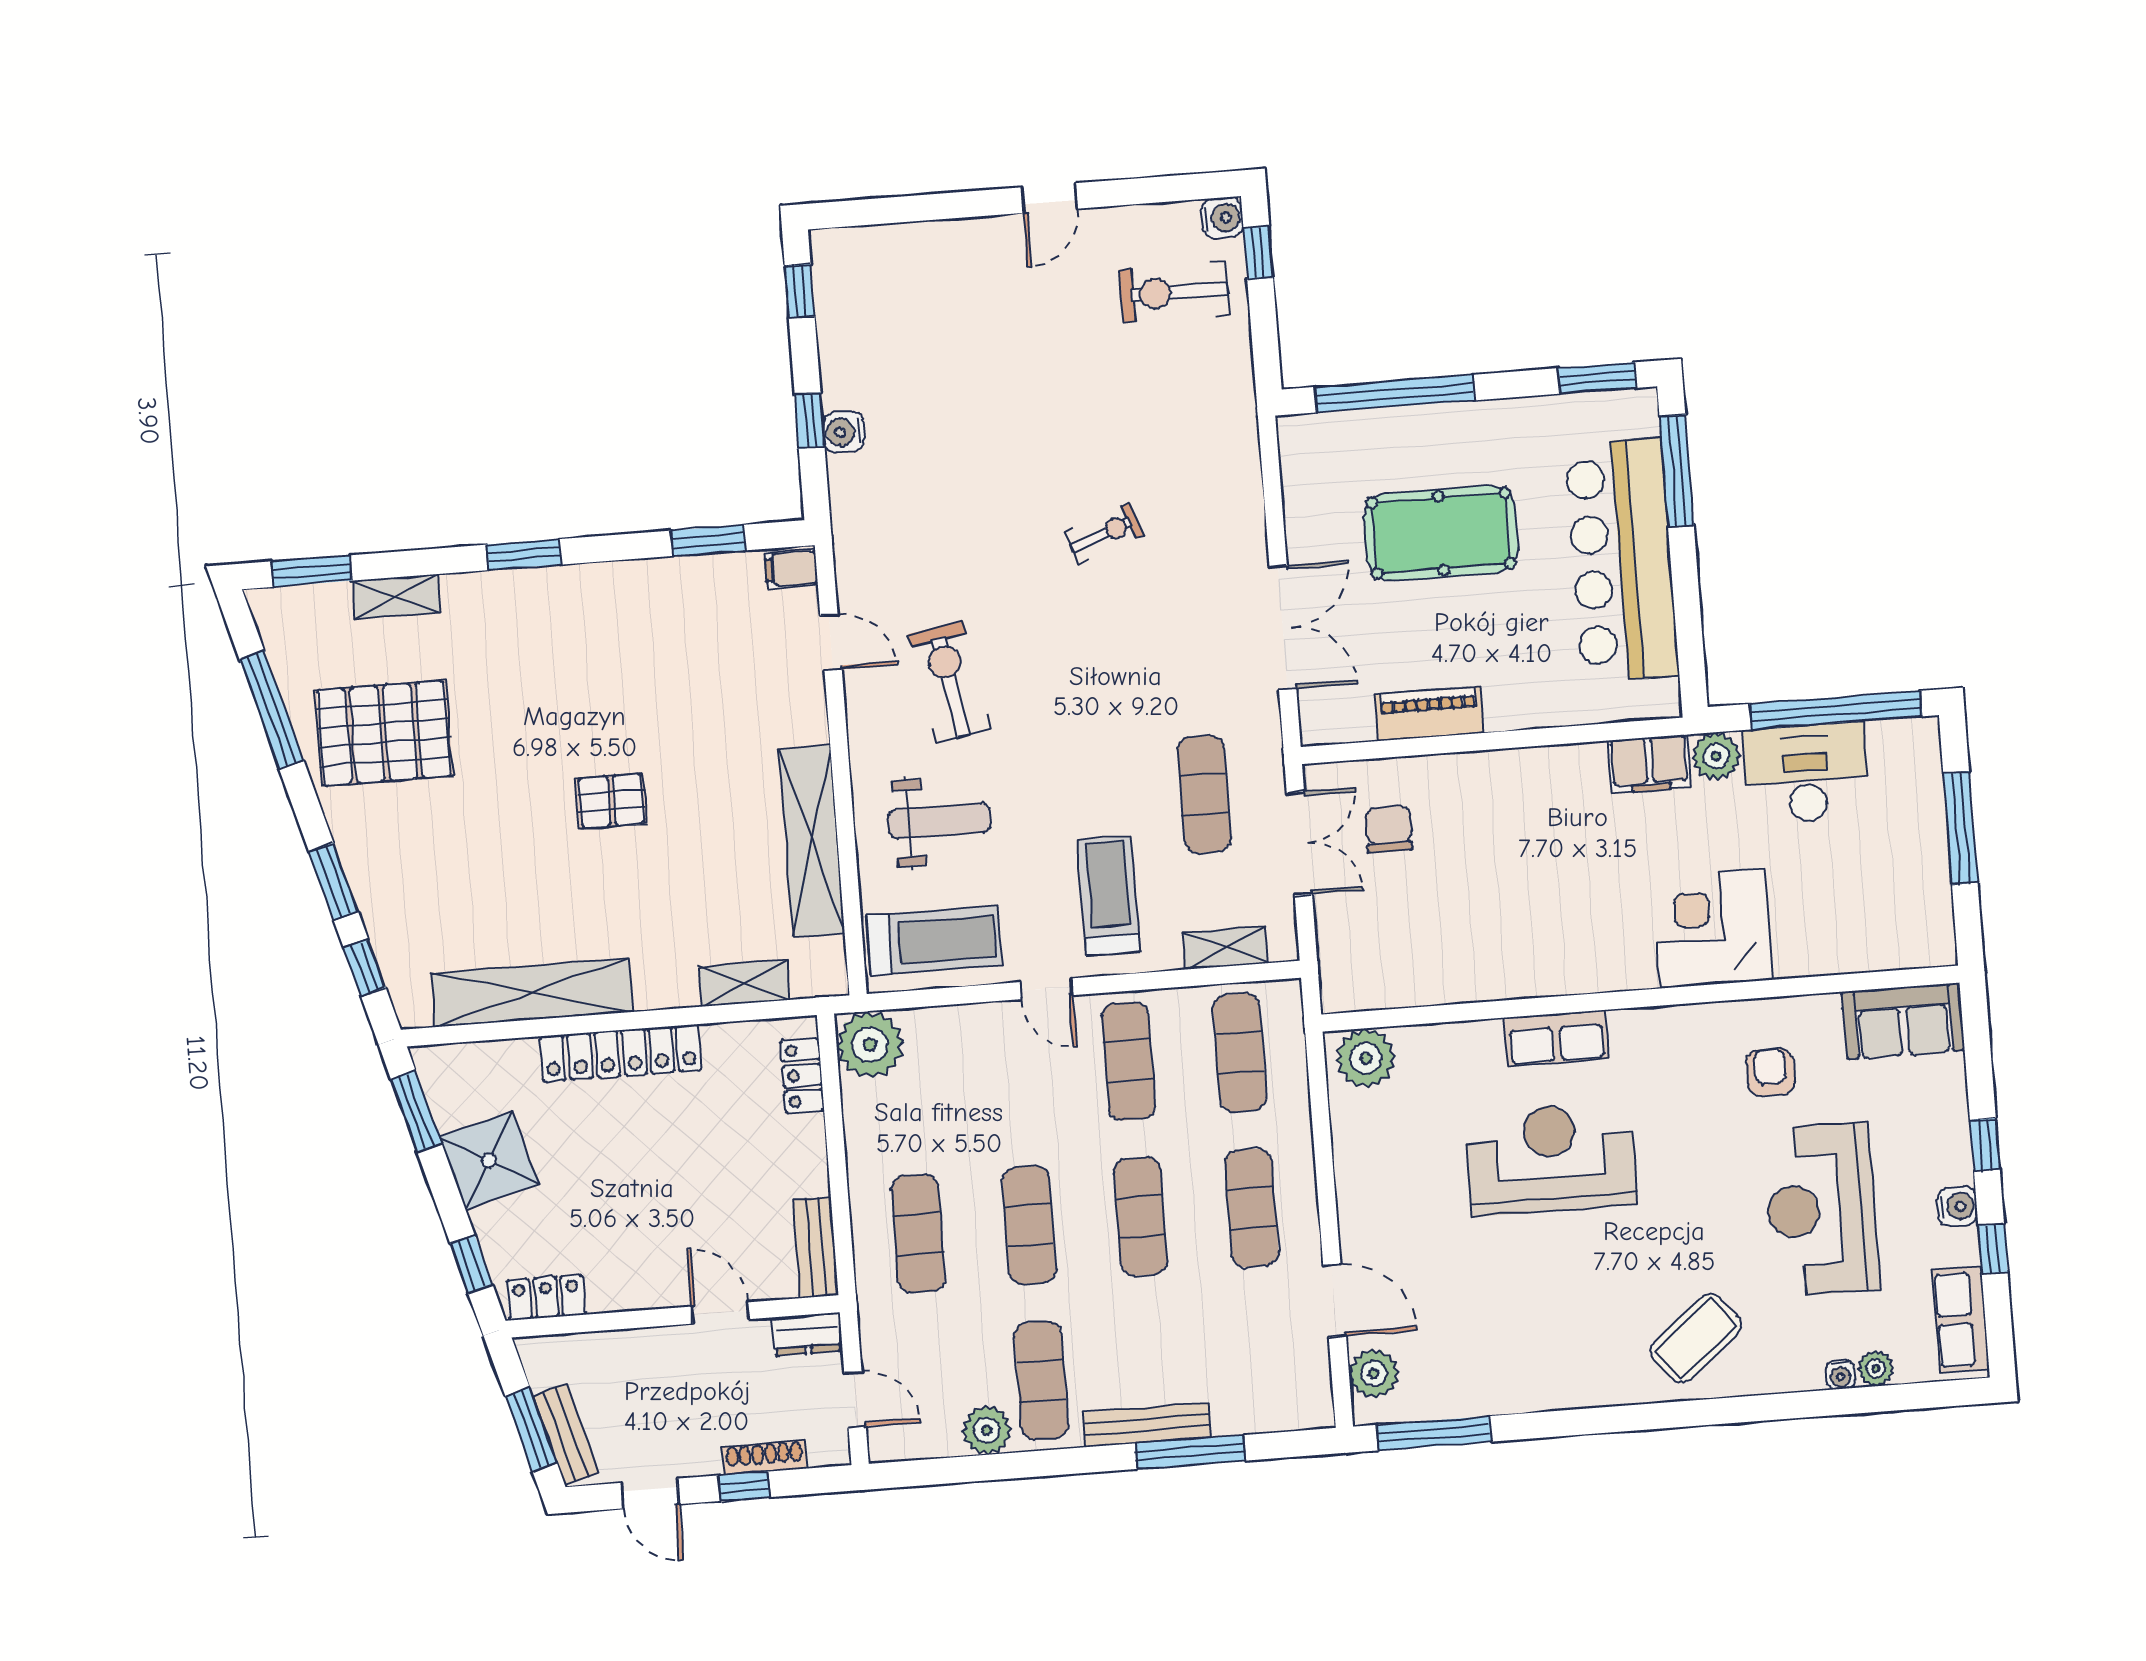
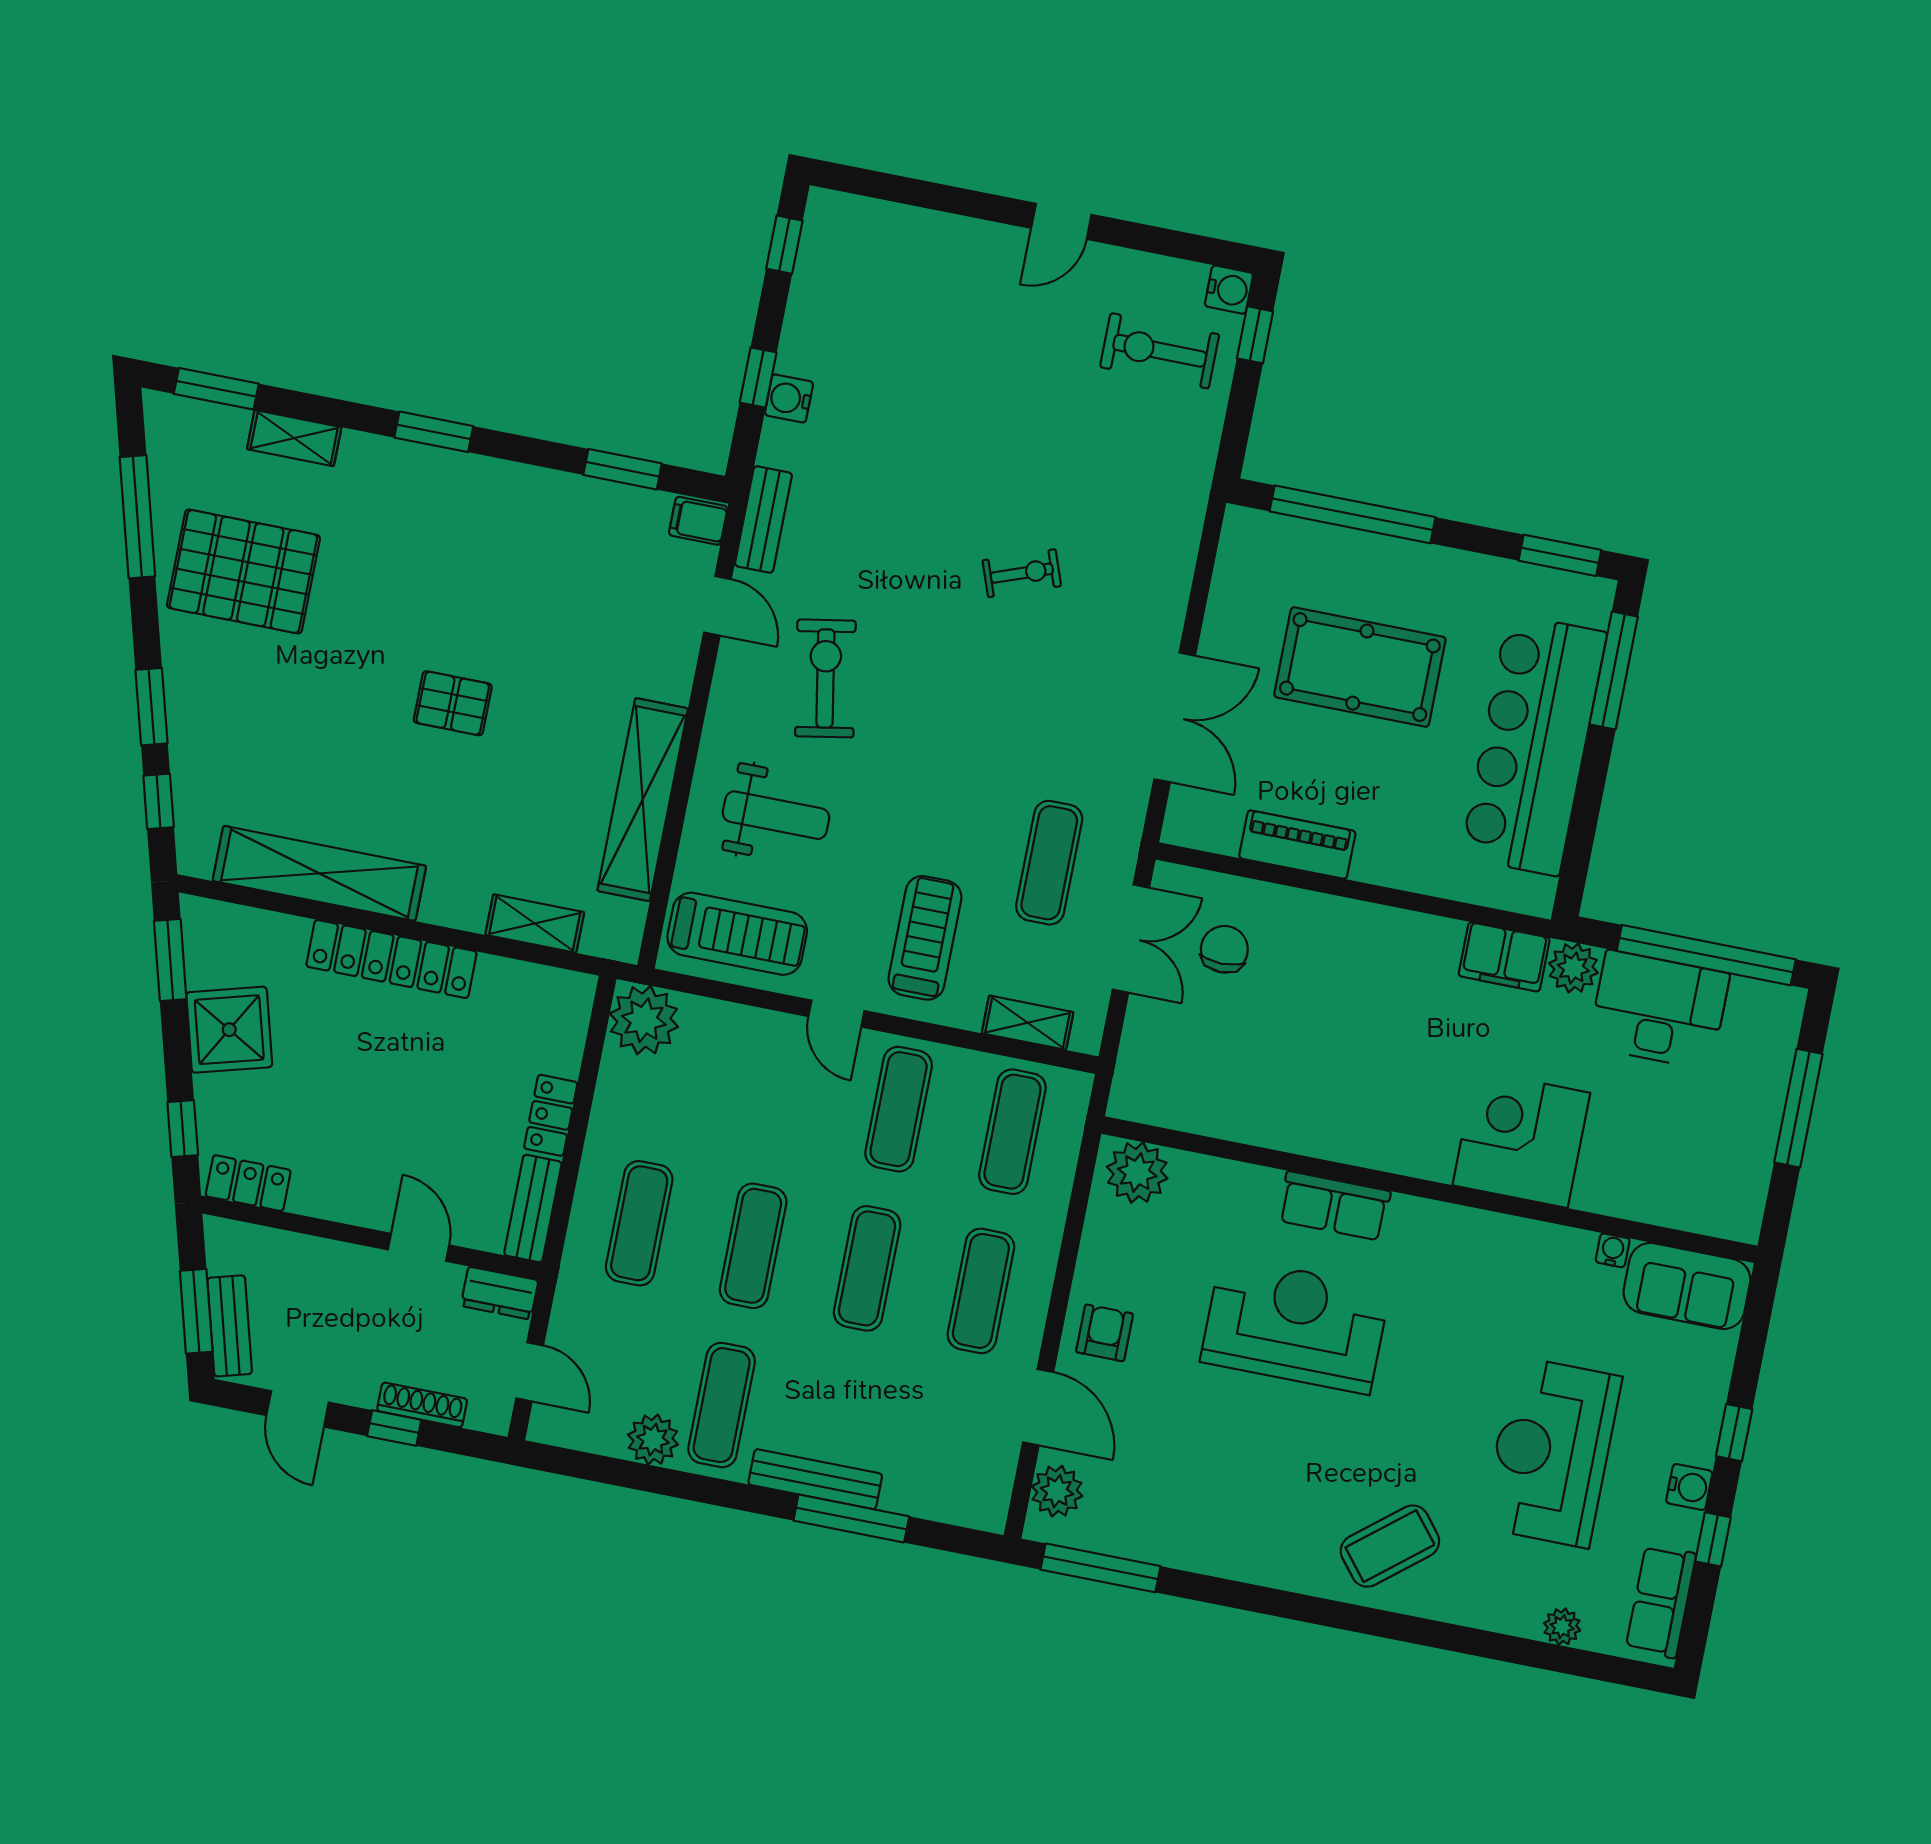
bench: (851, 551) -> (763, 519), added
armchair: (1770, 1072) -> (1105, 1333), moved
locker: (802, 1076) -> (551, 1115), moved
water cooler: (1841, 1375) -> (1613, 1250), moved, turned 180

